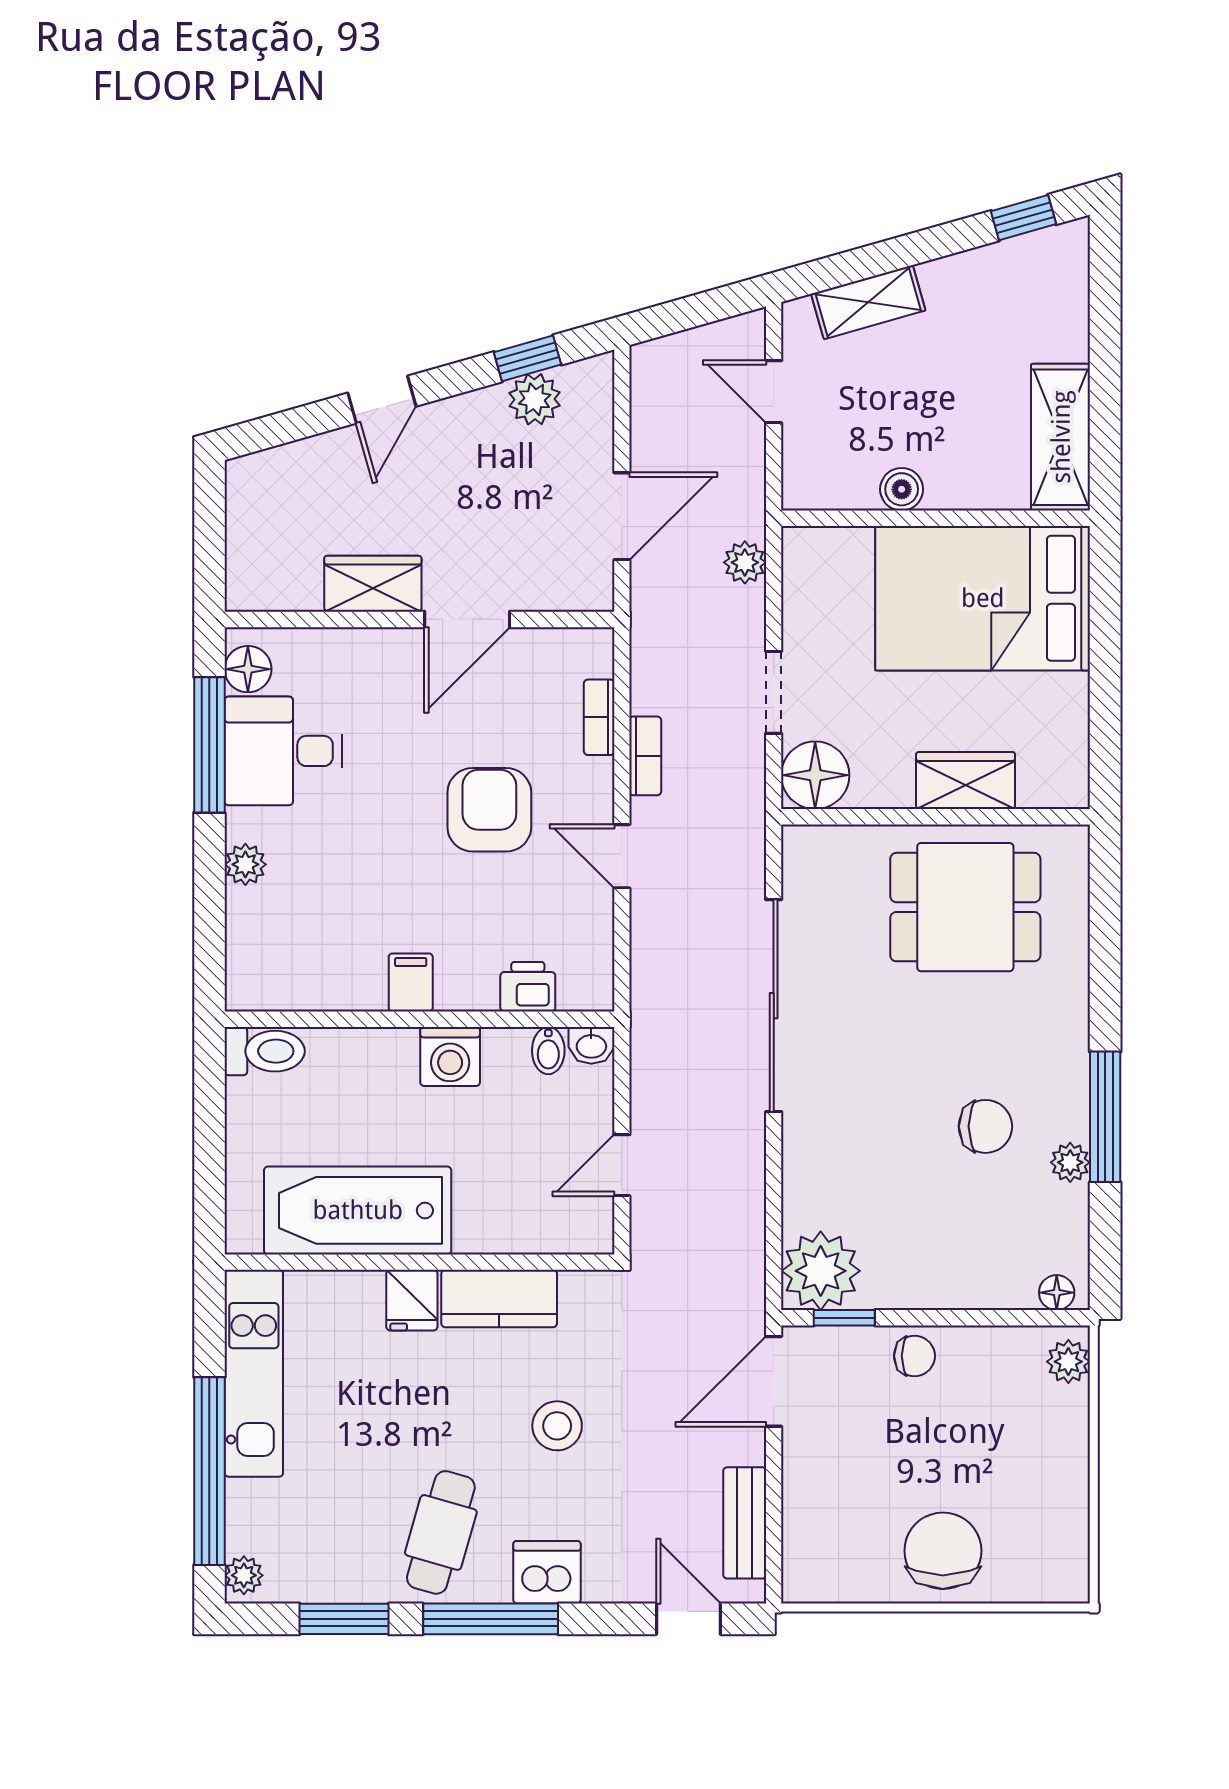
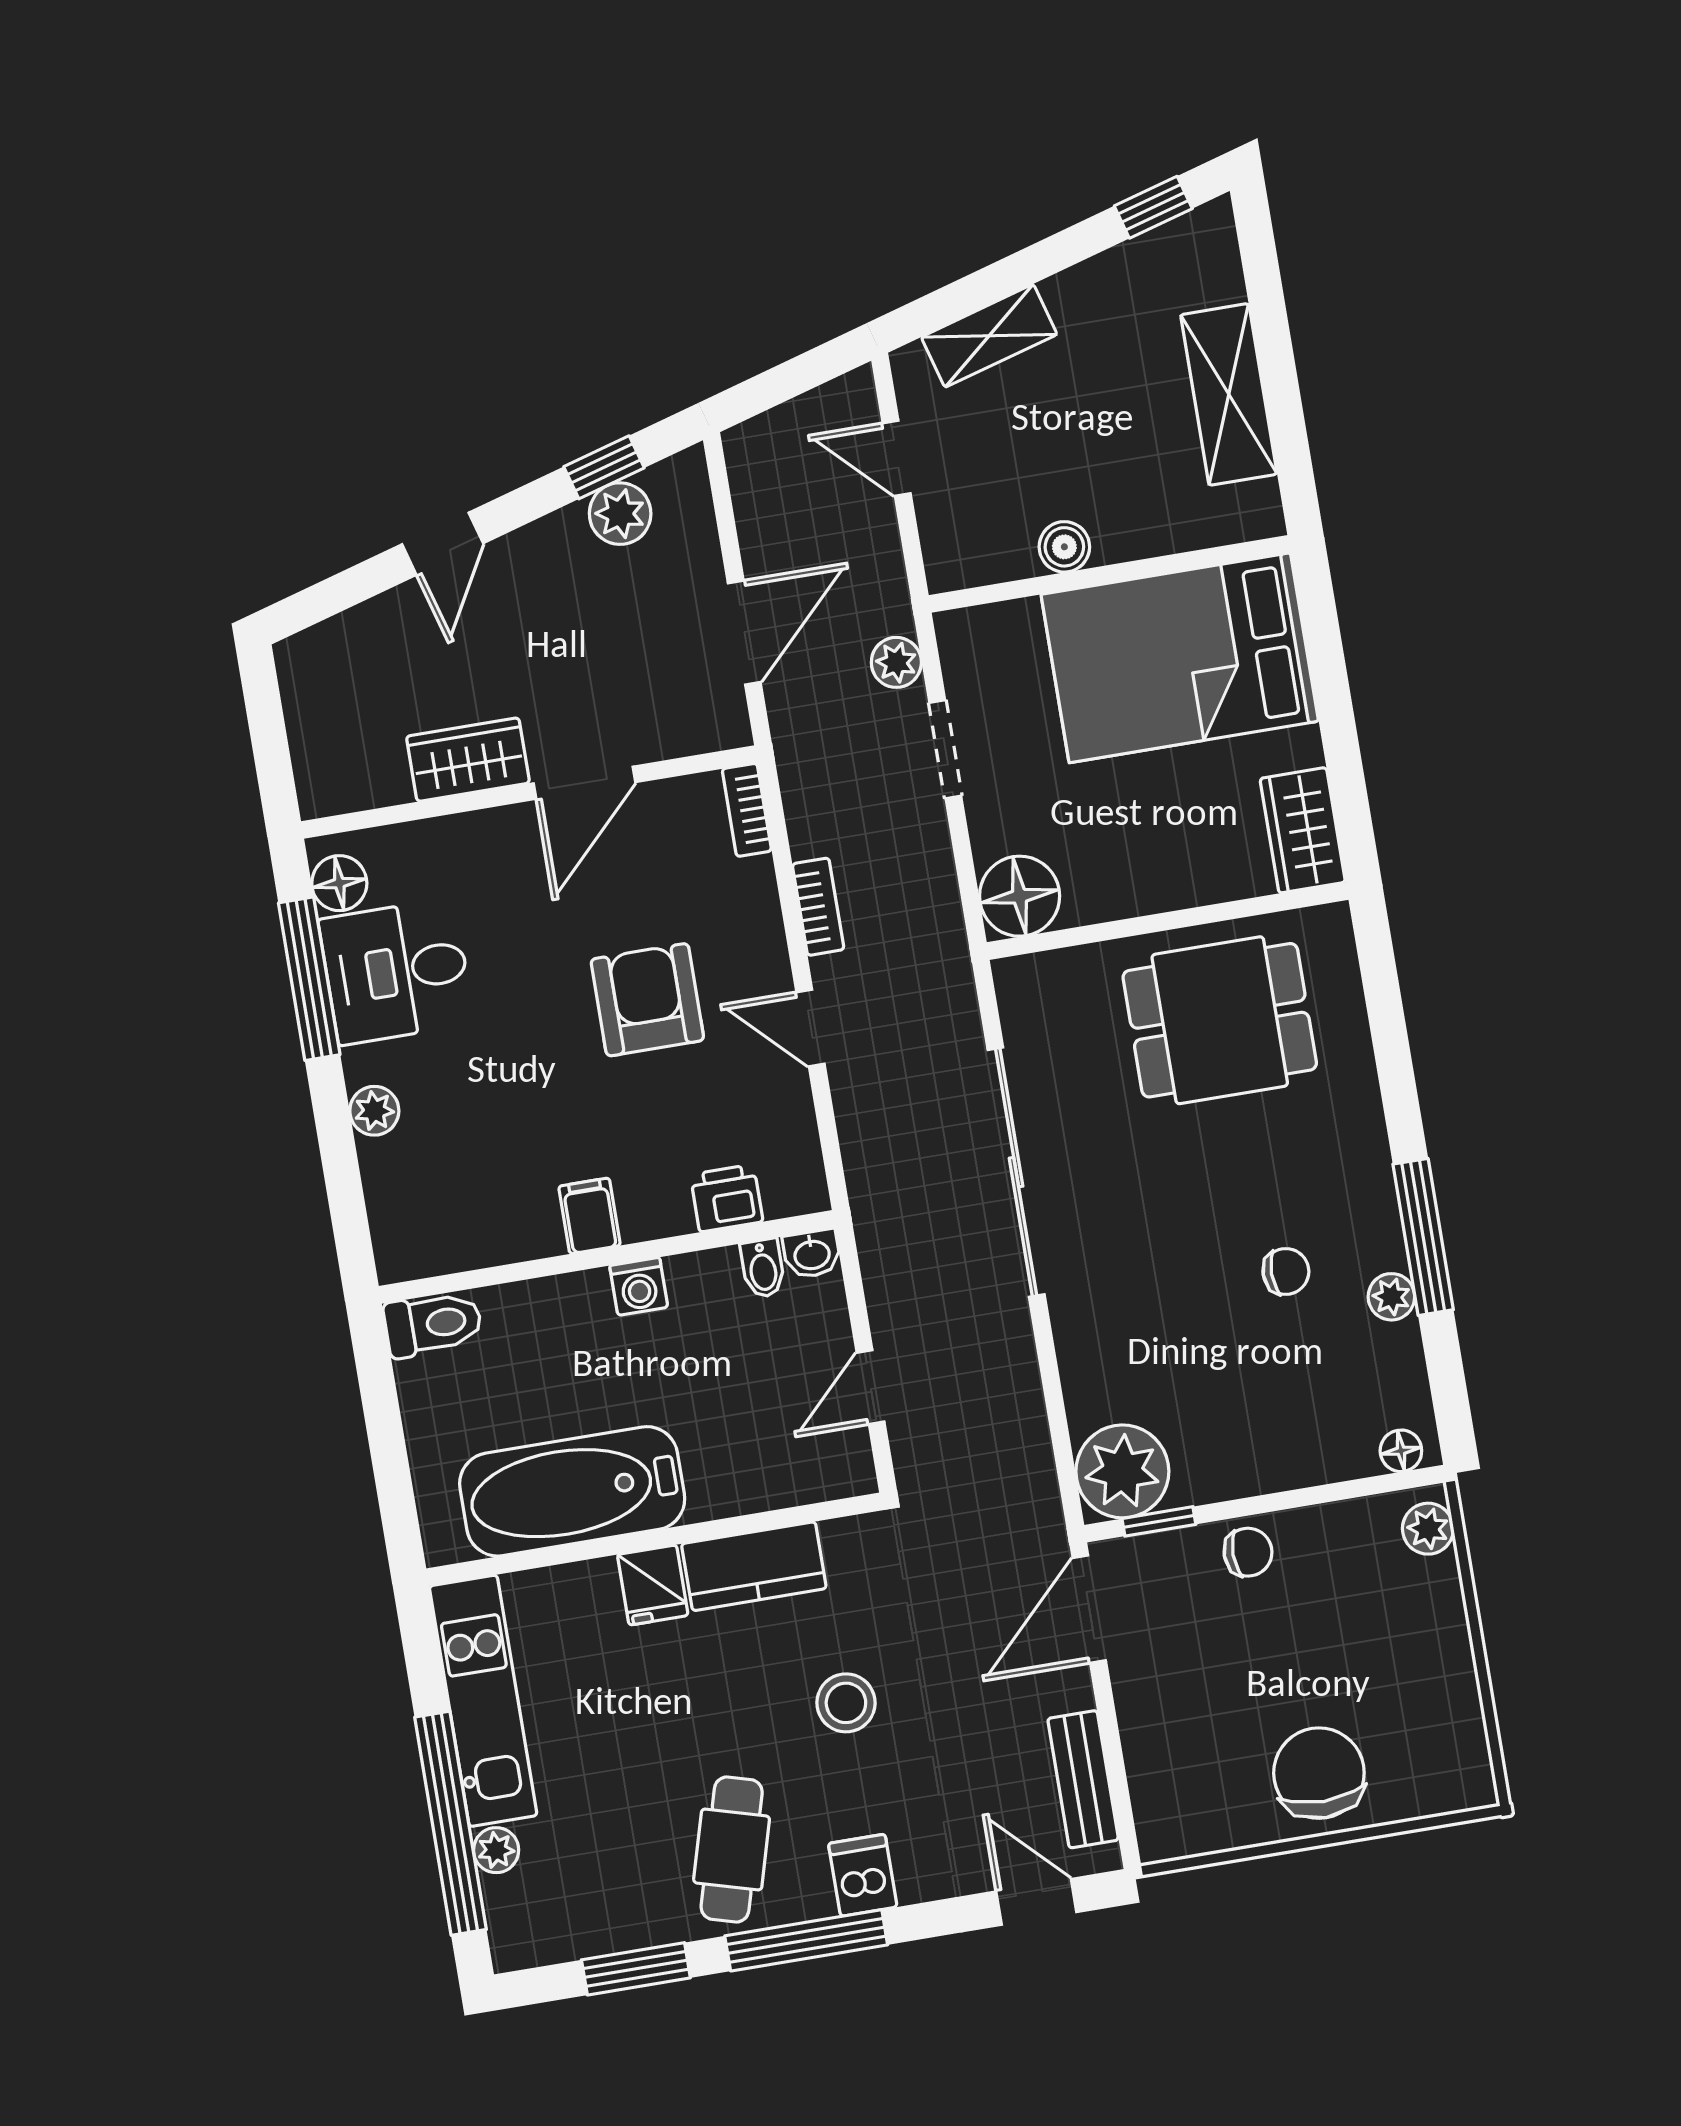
shelving: (1061, 437) -> (1229, 394), moved
doorway: (774, 692) -> (945, 749), moved
bookcase: (599, 717) -> (747, 810), moved
wardrobe: (966, 781) -> (1303, 830), moved, turned -90
washing machine: (450, 1057) -> (639, 1286), width x0.73, depth x0.73
chair: (985, 1126) -> (1286, 1271), width x0.73, depth x0.73
dishwasher: (547, 1572) -> (863, 1875), width x0.73
plant: (244, 1575) -> (496, 1850), moved

